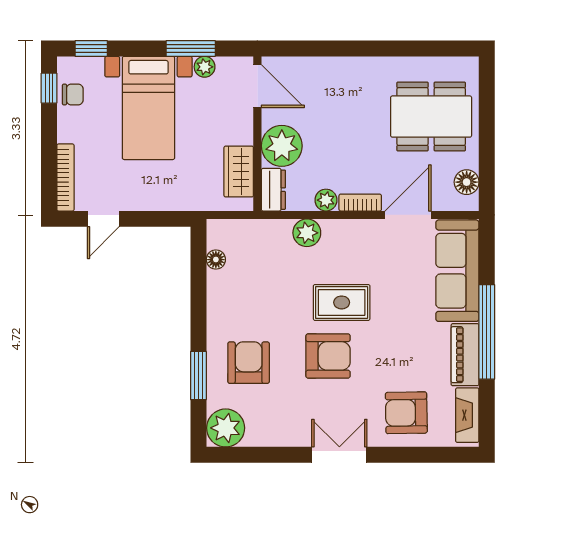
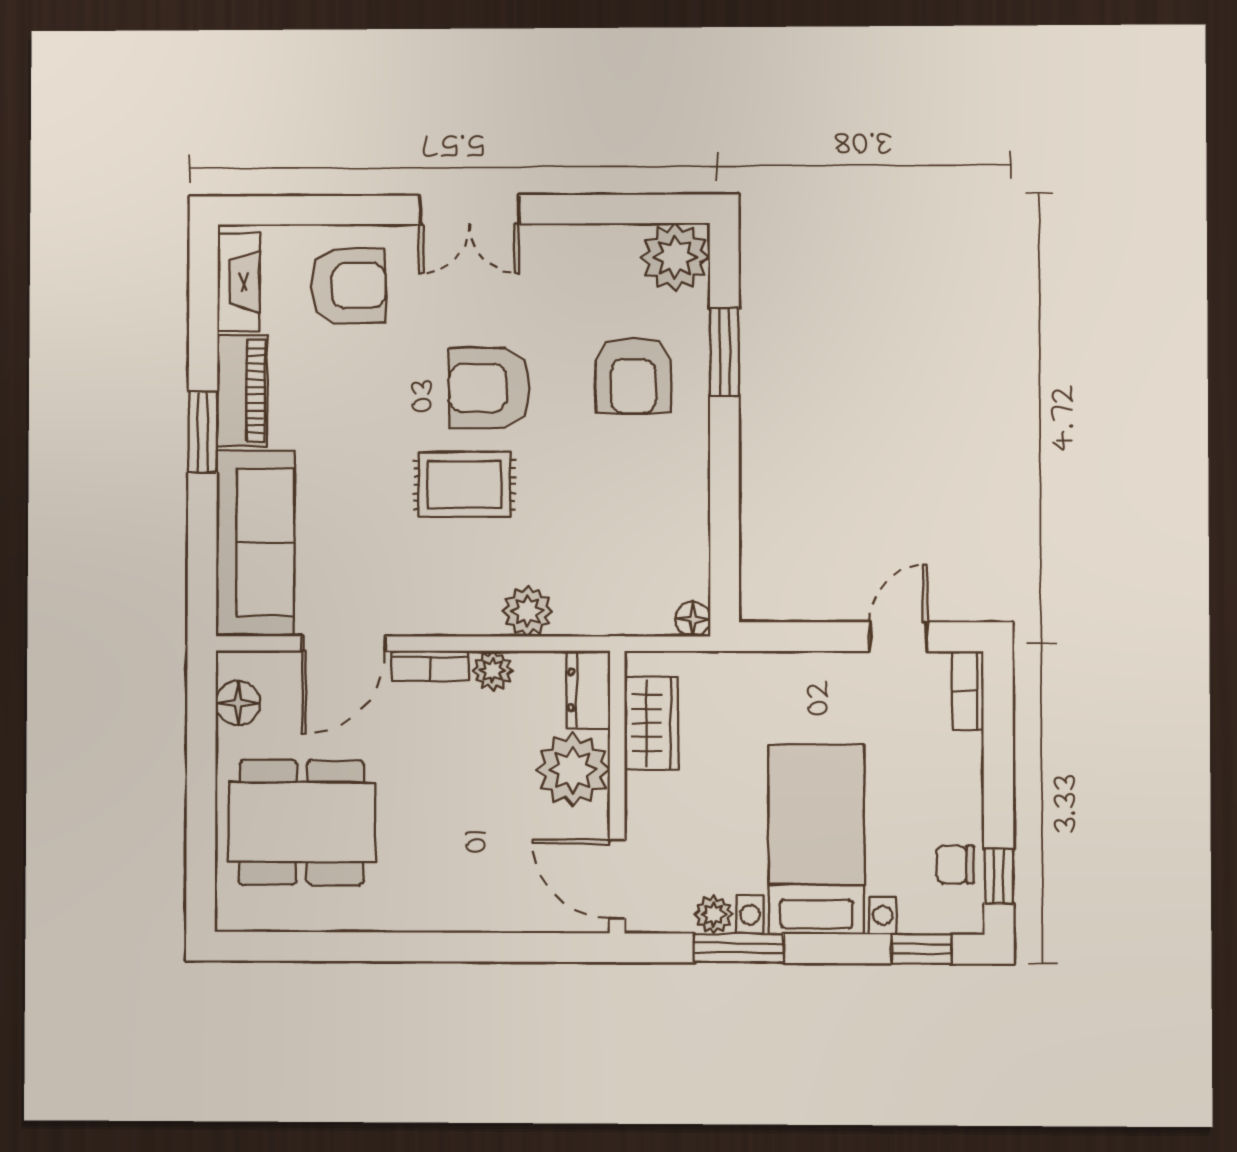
bookcase: (65, 177) -> (968, 690), width x0.64
floor lamp: (216, 260) -> (693, 619), moved
window: (487, 332) -> (203, 432), width x0.47

